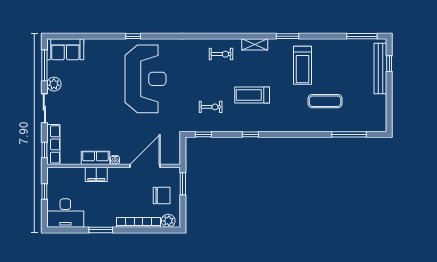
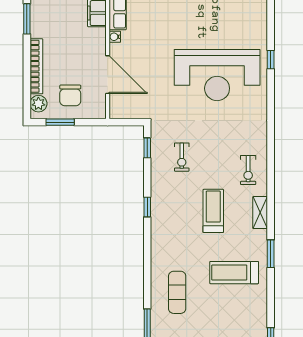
treadmill: (252, 95) -> (213, 211), moved
exercise mat: (325, 101) -> (177, 292), moved
window: (183, 184) -> (60, 122), moved

